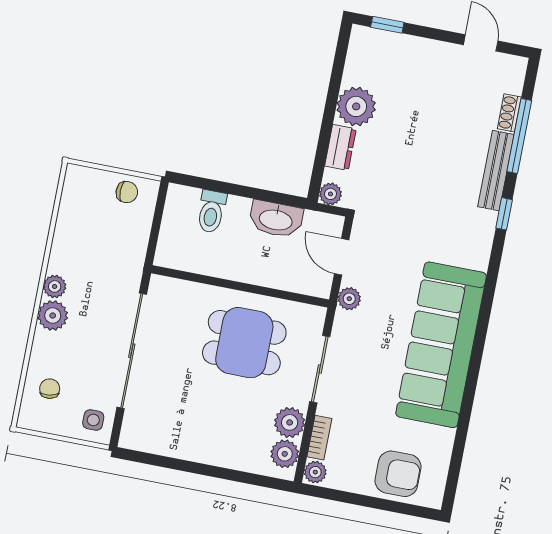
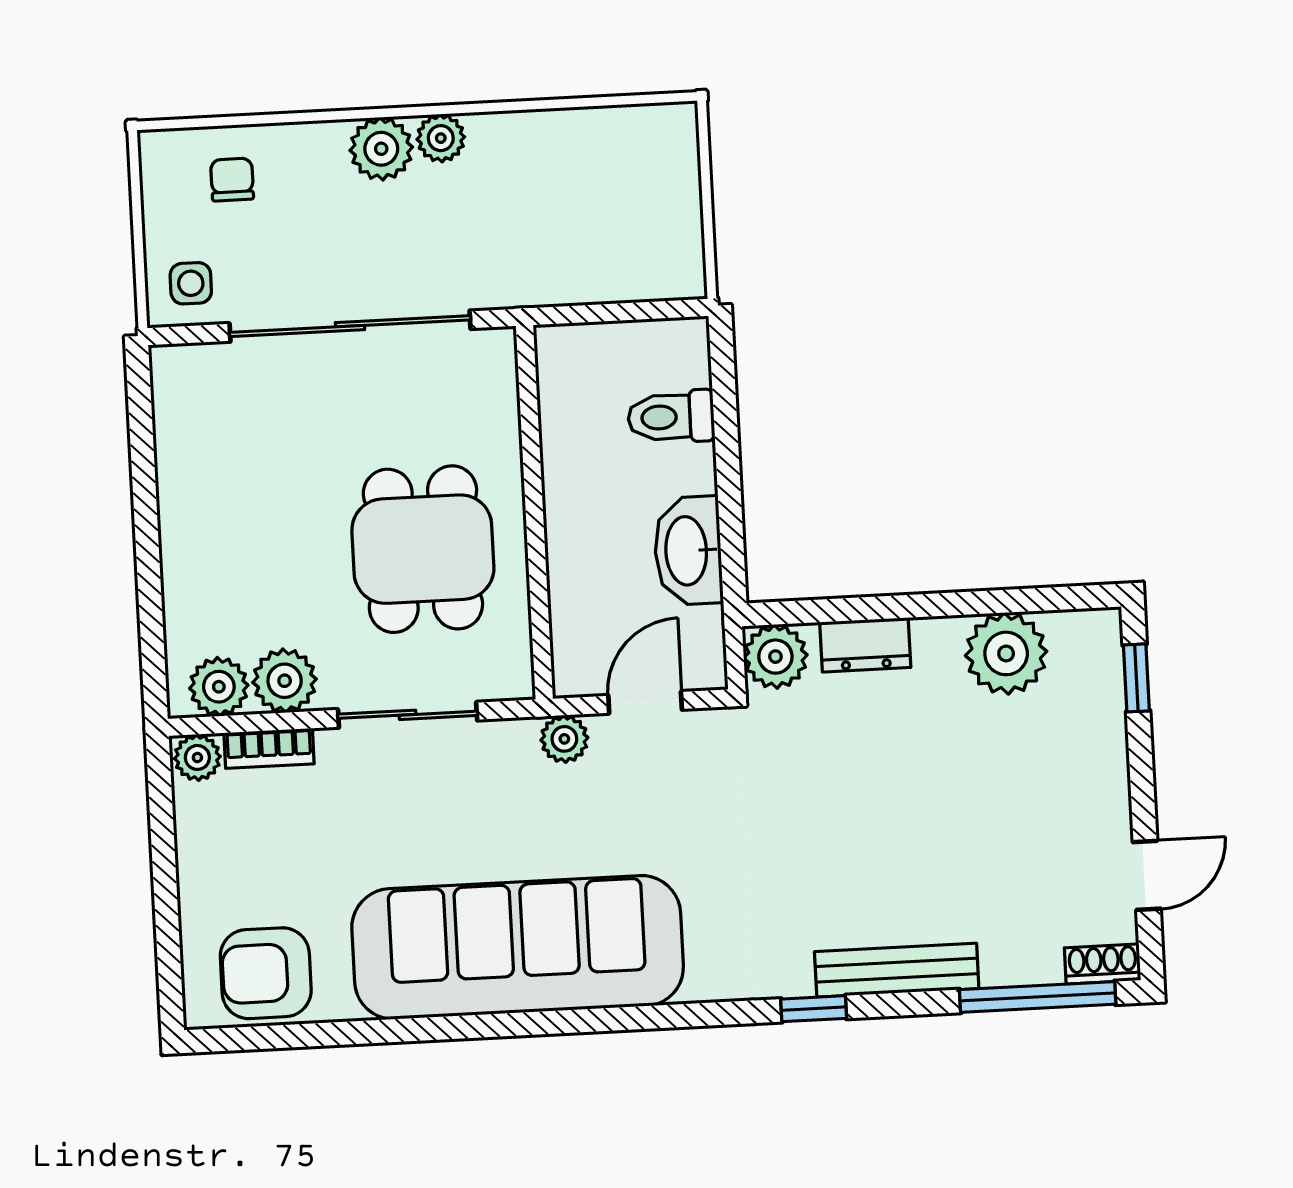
plant: (356, 106) -> (1006, 653), moved
shoe rack: (509, 113) -> (1103, 964), moved
window: (519, 136) -> (1038, 997), moved
chair: (127, 192) -> (668, 236), removed
plant: (331, 194) -> (775, 657), width x1.38, depth x1.38
chair: (50, 389) -> (232, 180), turned -81
armchair: (398, 474) -> (266, 973), moved, turned 90

